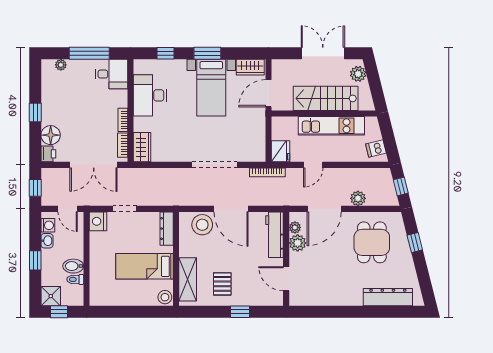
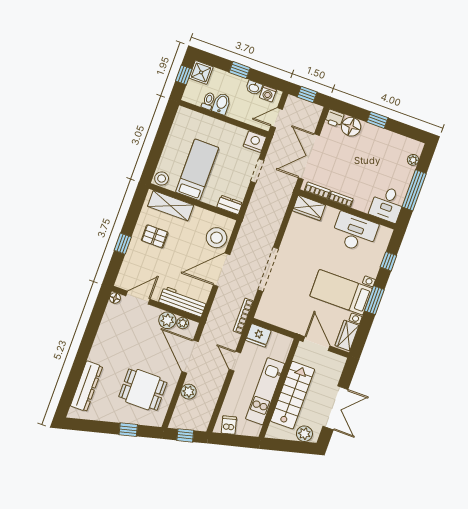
dresser: (167, 229) -> (230, 205), width x0.70
floor lamp: (294, 300) -> (115, 298), added

